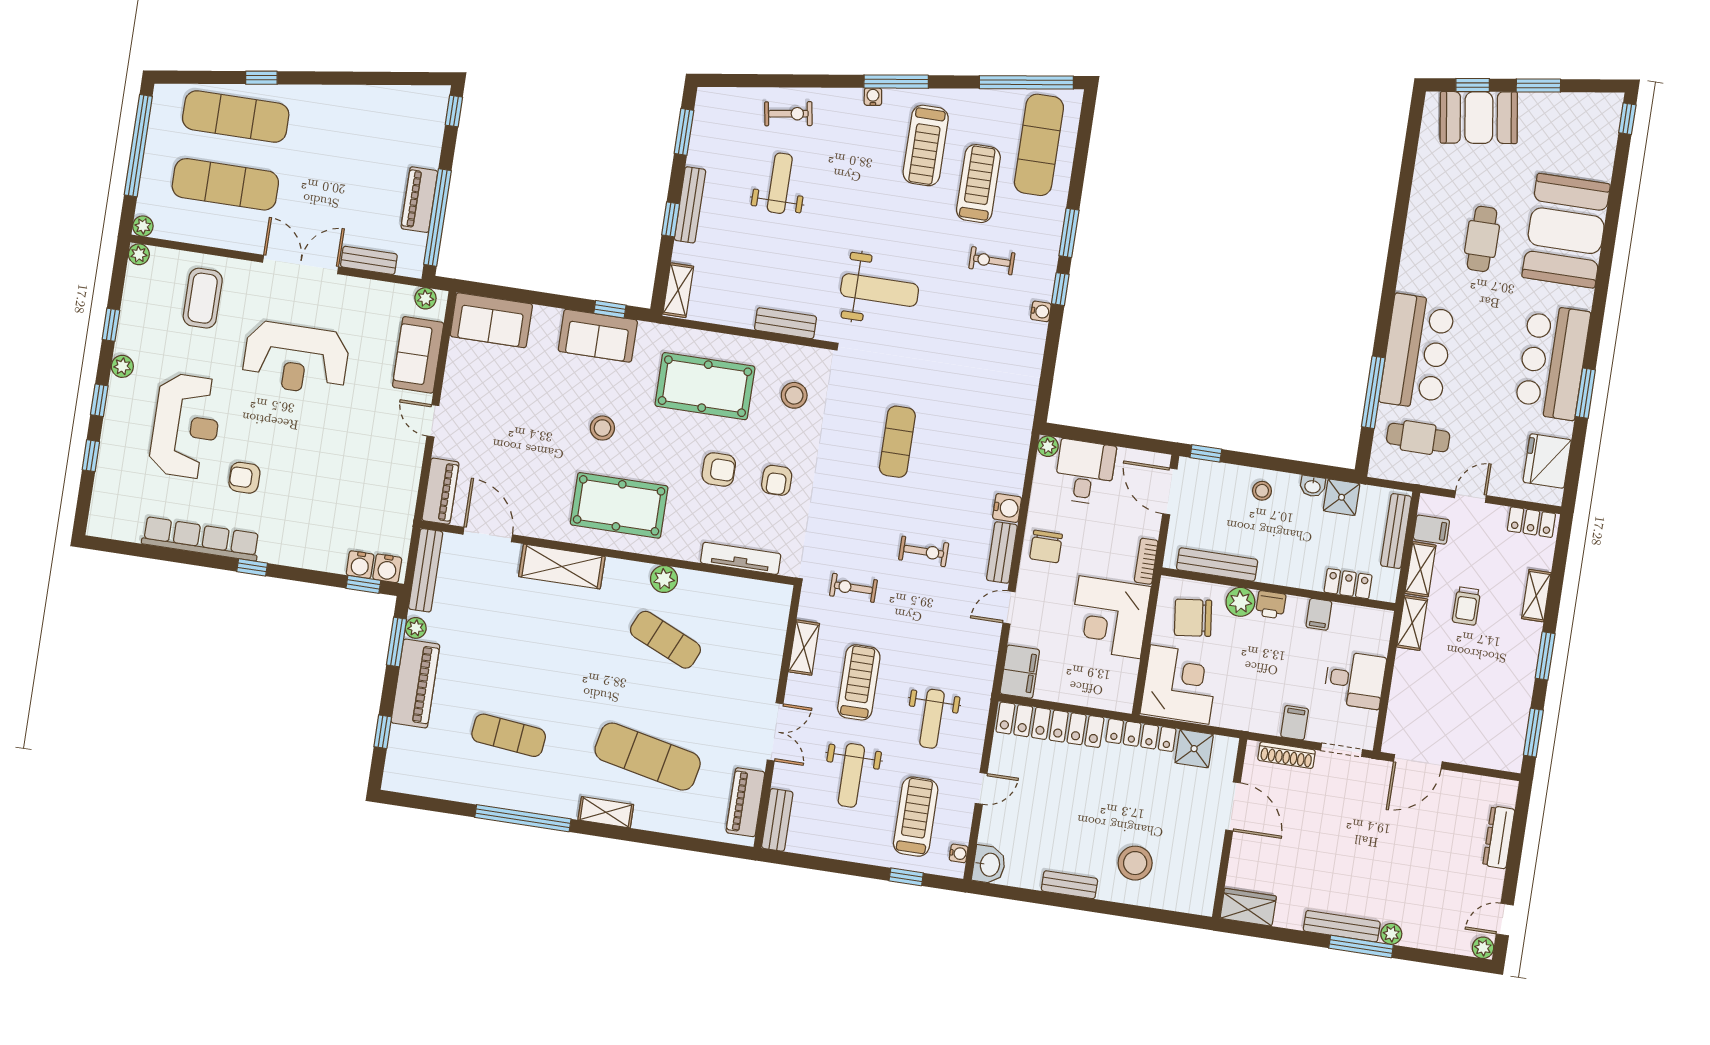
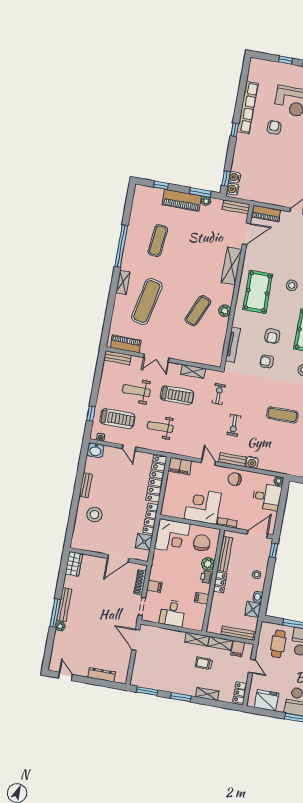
bench: (426, 570) -> (236, 207), width x0.73
locker: (1348, 584) -> (220, 583), moved
plant: (1483, 948) -> (53, 666), removed

